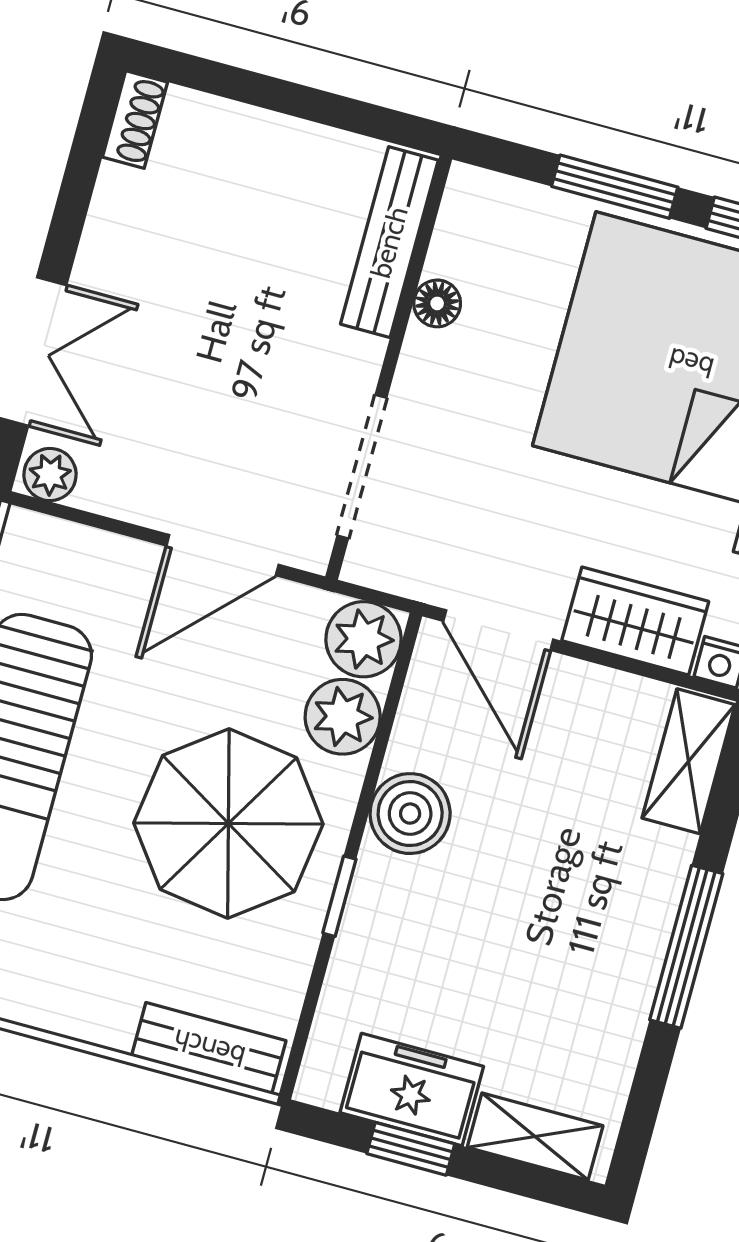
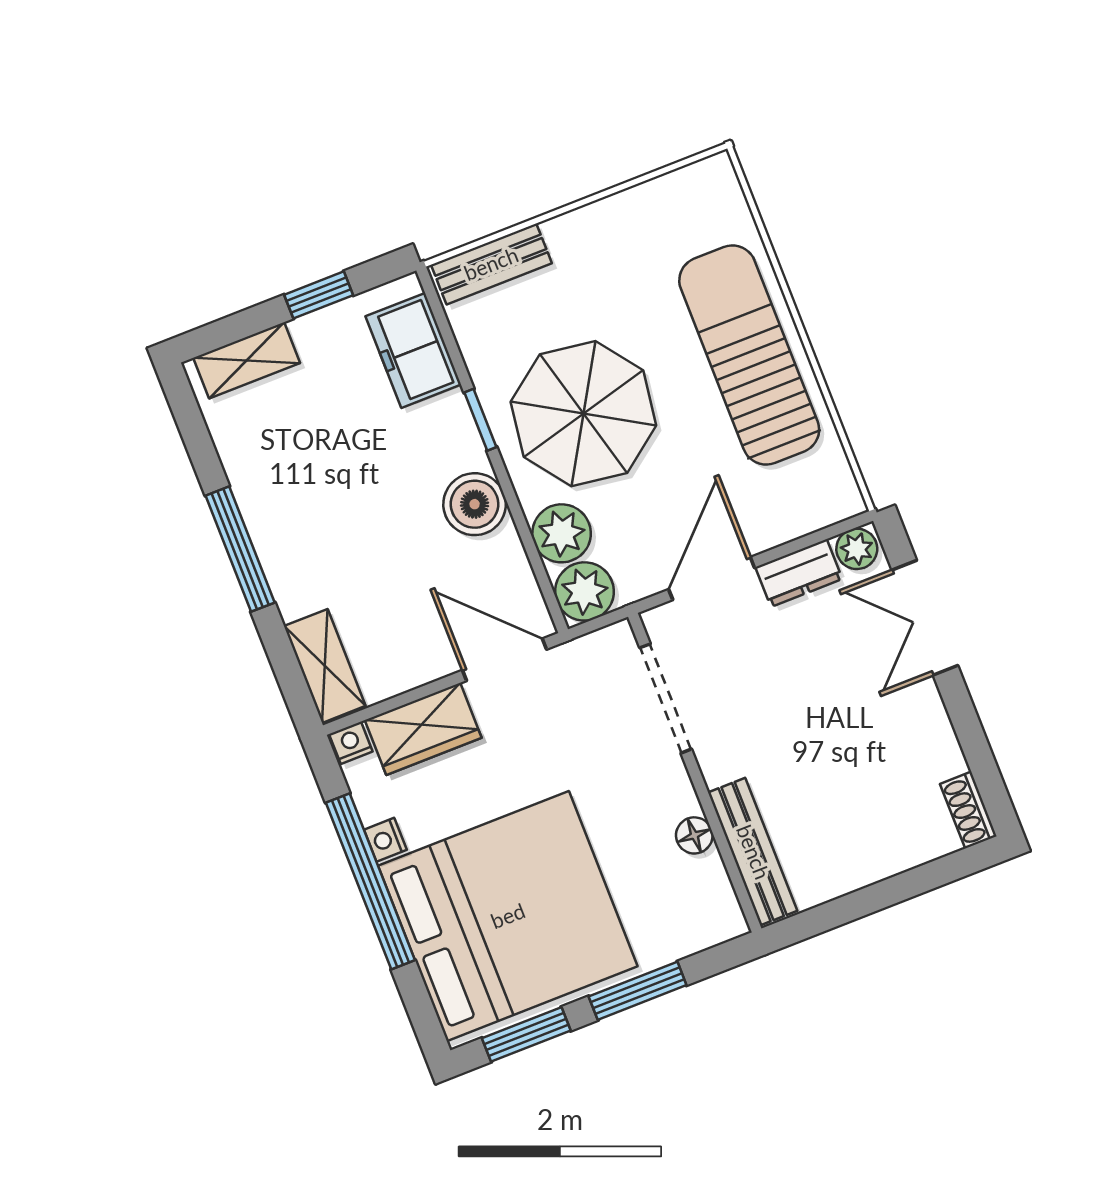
dresser: (128, 494) -> (799, 573), added
freezer: (412, 1090) -> (413, 350), moved, turned 90

